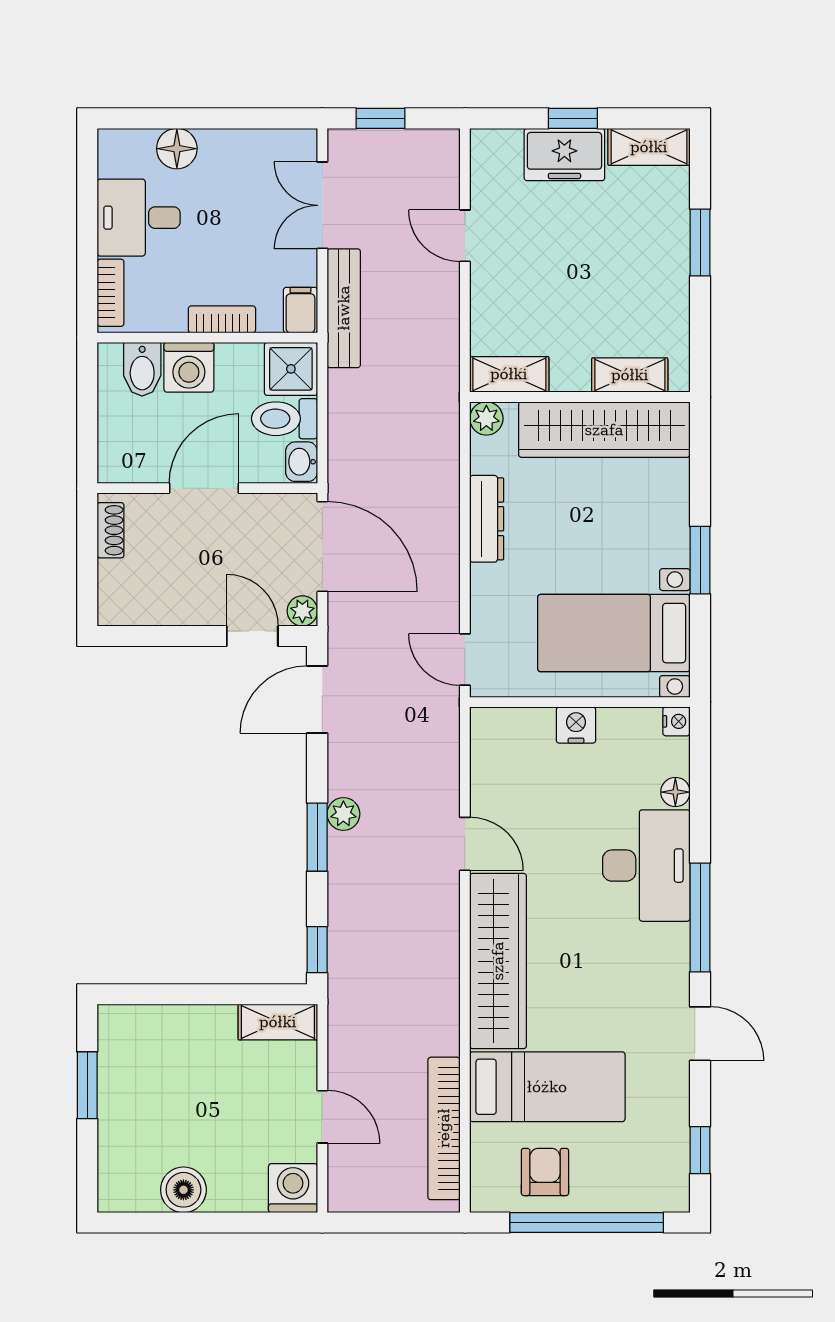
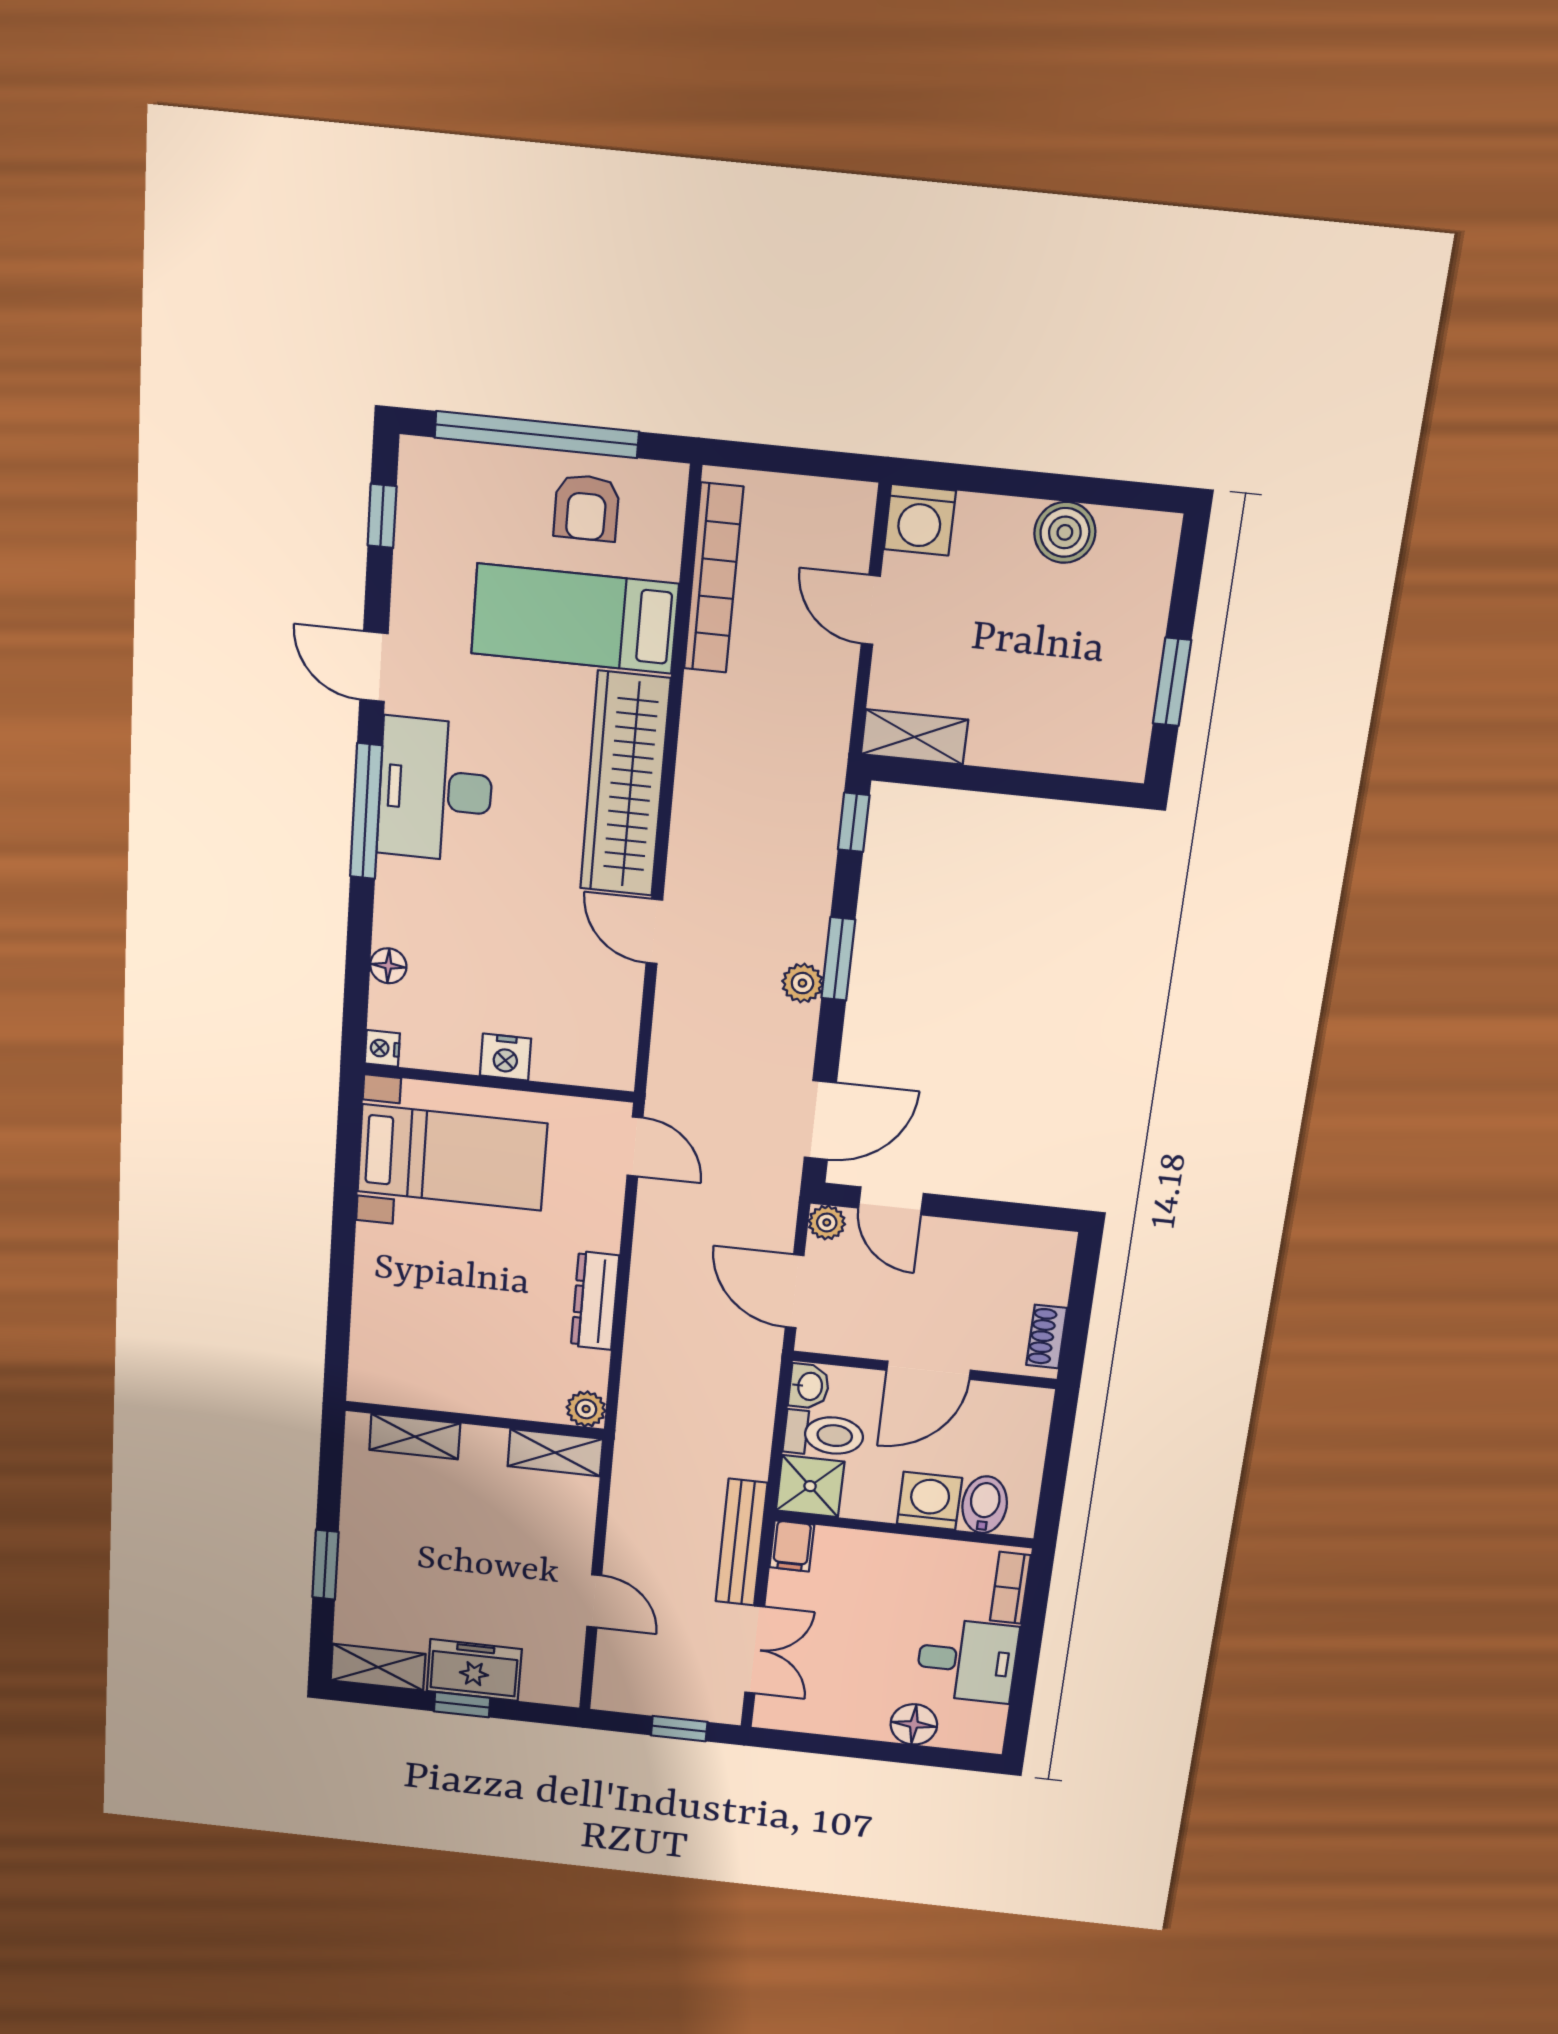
bookcase: (222, 319) -> (884, 1546), removed
wardrobe: (604, 430) -> (448, 1382), removed
door: (322, 547) -> (795, 1291), width x0.73
window: (700, 560) -> (344, 1228), removed
desk: (646, 866) -> (435, 790), moved

